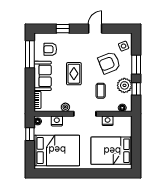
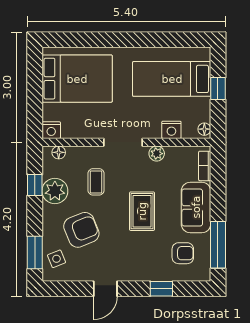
window: (136, 65) -> (35, 252), moved
nightstand: (108, 121) -> (51, 130), moved
window: (30, 134) -> (218, 89), moved
bed: (57, 150) -> (172, 79), width x0.67

